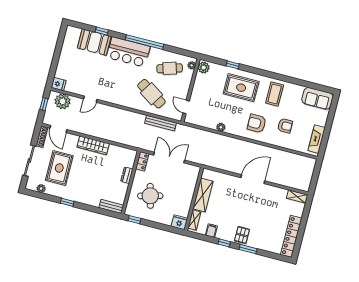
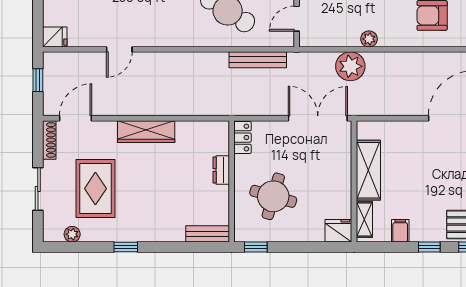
plant: (63, 101) -> (350, 66), moved
door: (186, 107) -> (297, 19), hinge flipped
door: (58, 129) -> (76, 118), swing flipped
double door: (169, 158) -> (318, 118), moved
sliding door: (29, 161) -> (38, 189), width x0.73
round table: (150, 196) -> (273, 196), turned 31

